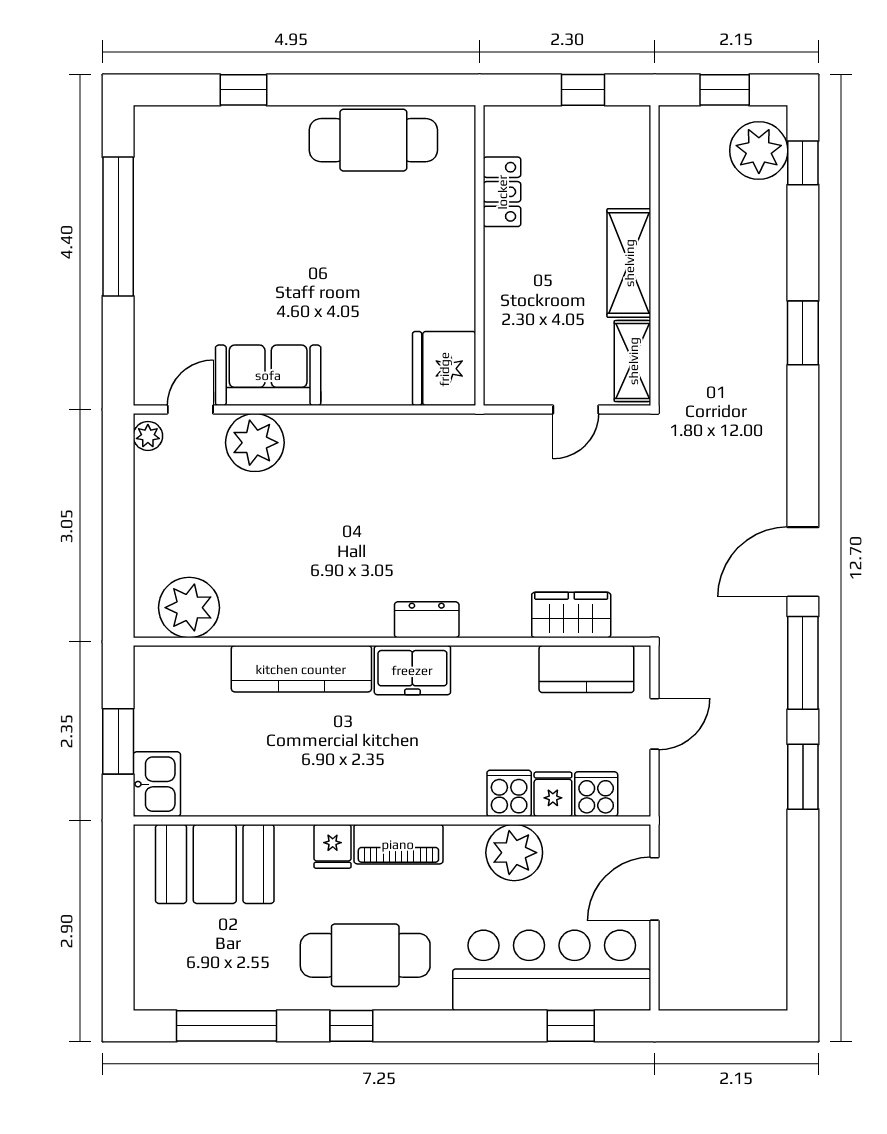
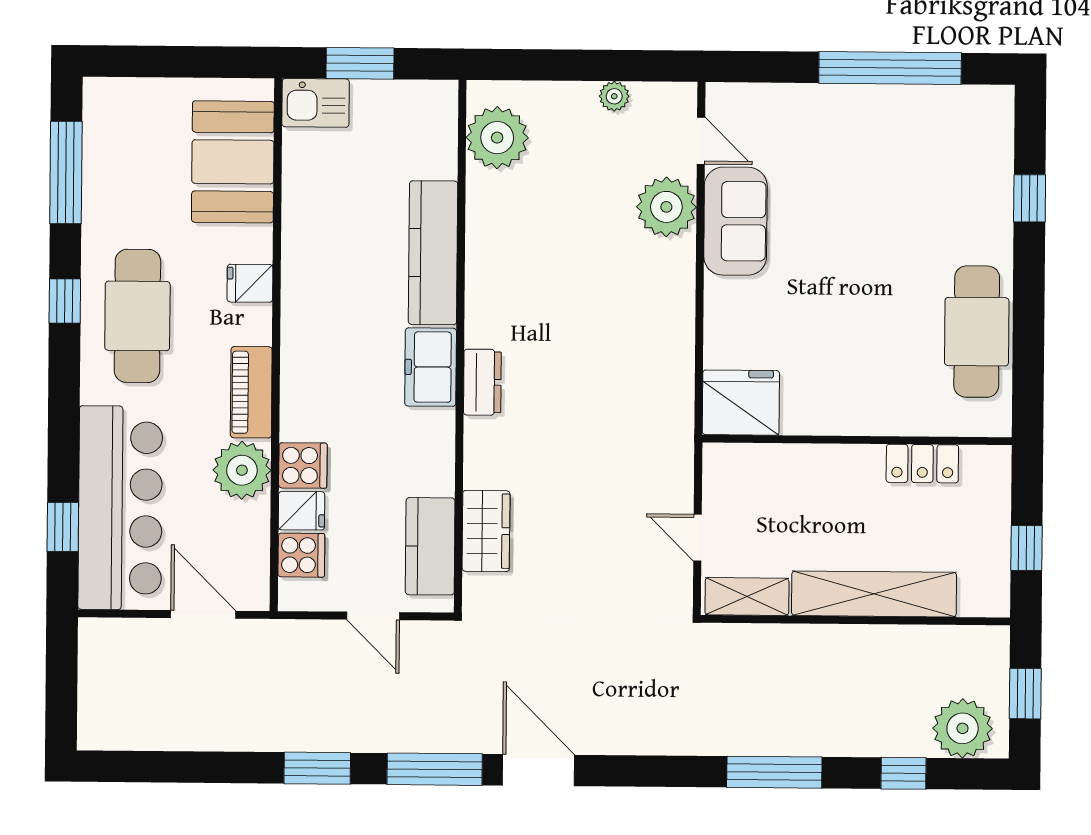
window: (803, 163) -> (903, 773), moved
shelving: (629, 263) -> (874, 594), width x1.47
window: (803, 333) -> (774, 772), width x1.44
plant: (148, 436) -> (614, 96), moved
piano: (398, 844) -> (251, 392), moved

